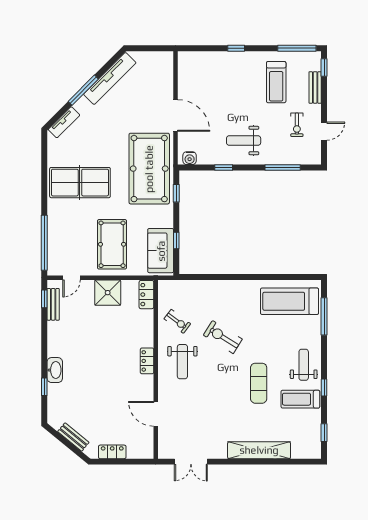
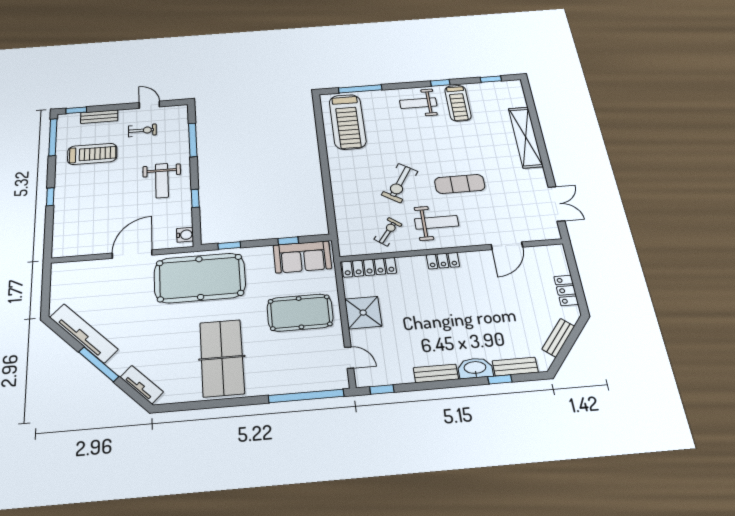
locker: (146, 295) -> (369, 267), width x1.53
bench: (53, 304) -> (436, 373), moved
exercise mat: (259, 383) -> (460, 184), moved
bench: (53, 400) -> (515, 367), added

